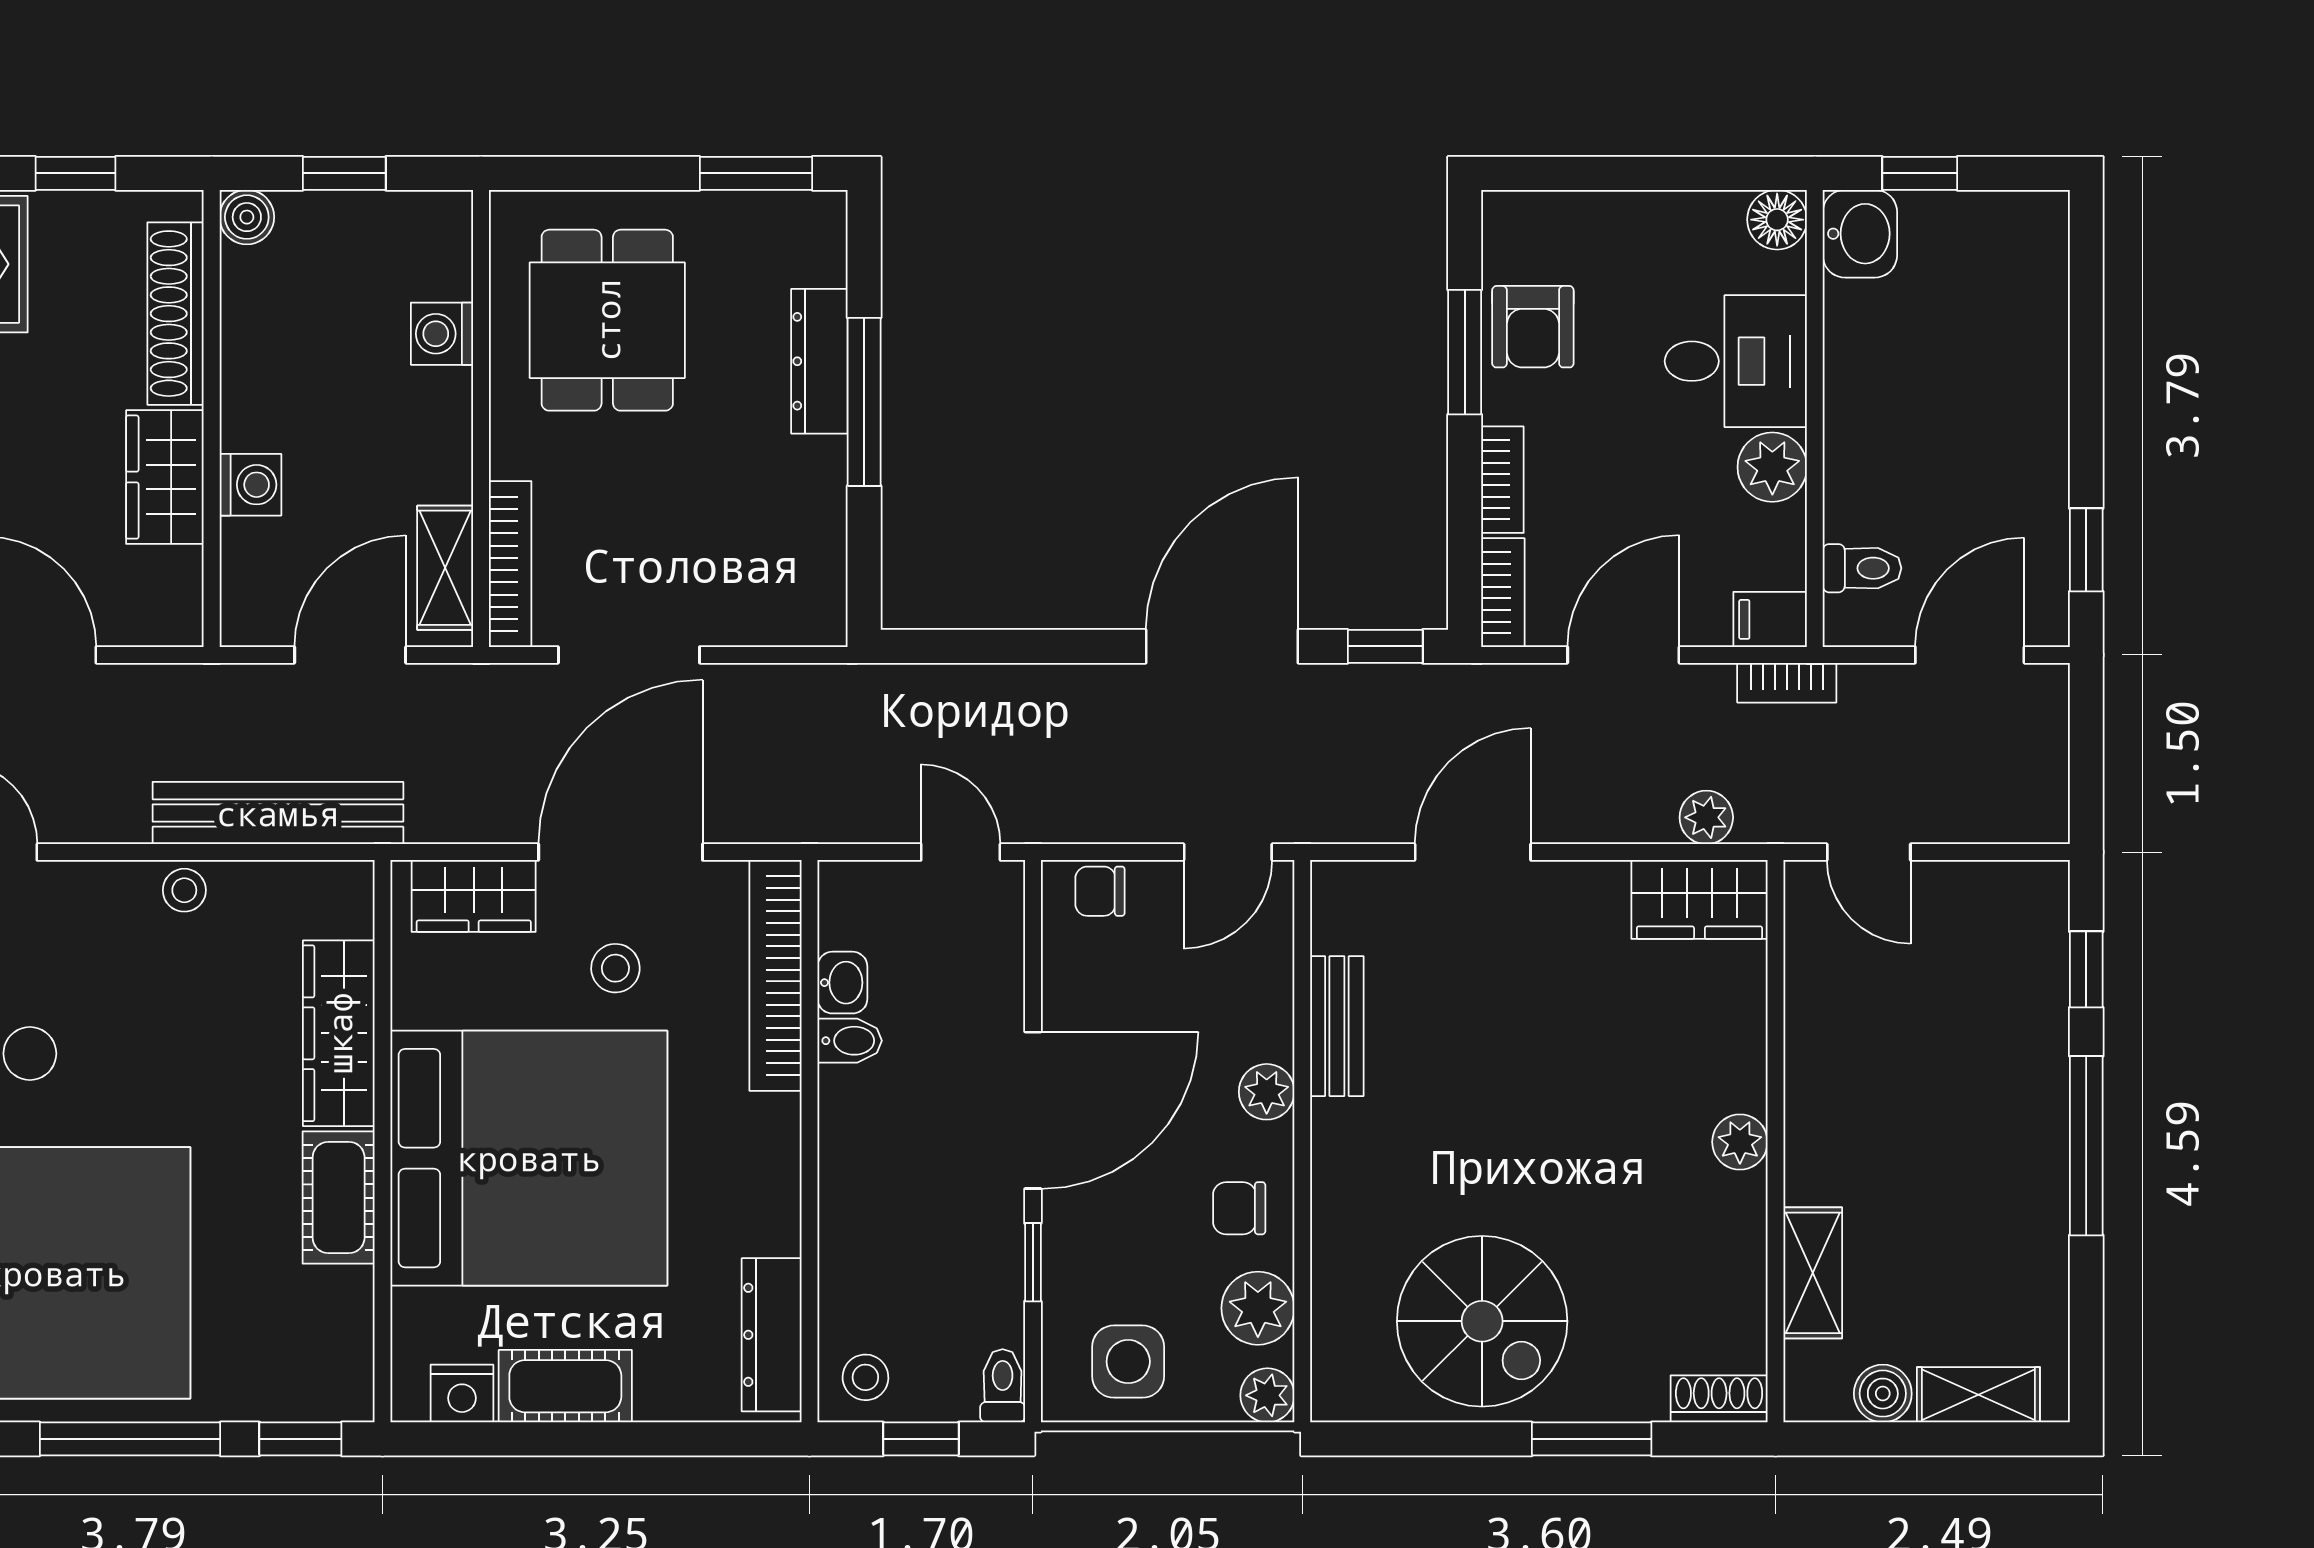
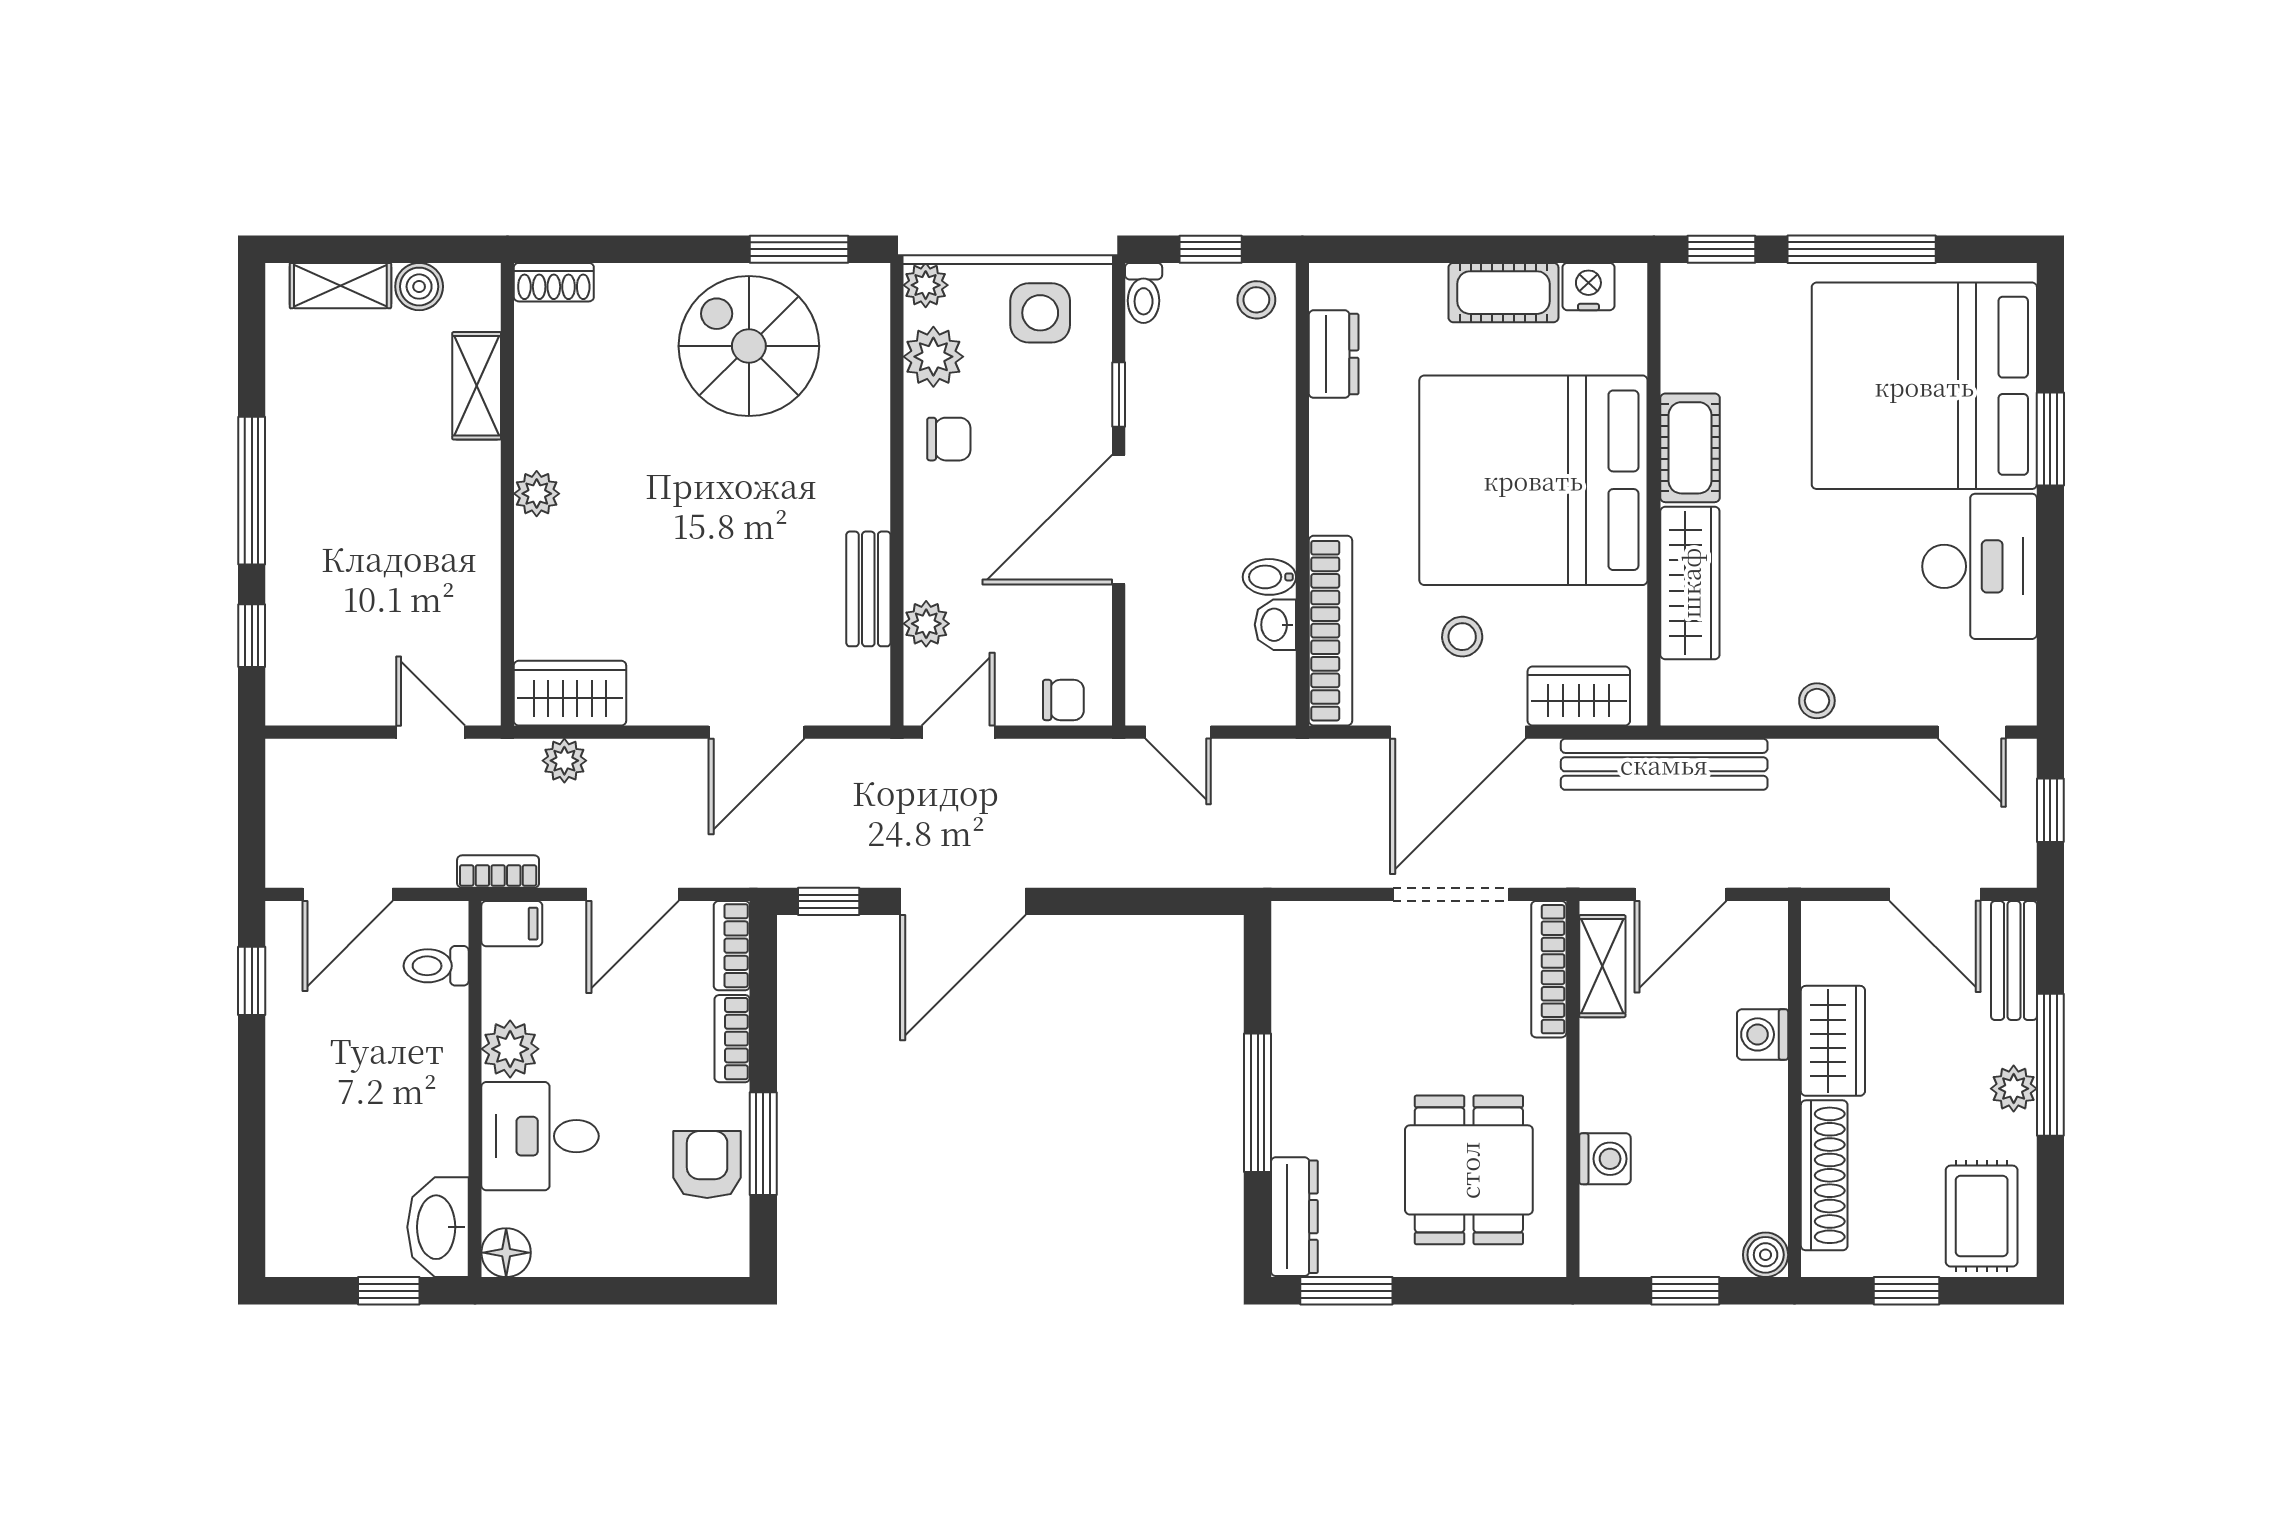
washbasin: (1860, 234) -> (438, 1227), width x1.38
dresser: (819, 361) -> (1294, 1217), moved
bench: (278, 813) -> (1664, 764), moved
plant: (1267, 1092) -> (926, 624), moved
dresser: (772, 1335) -> (1334, 354), width x0.70
window: (1592, 1439) -> (799, 249), moved

